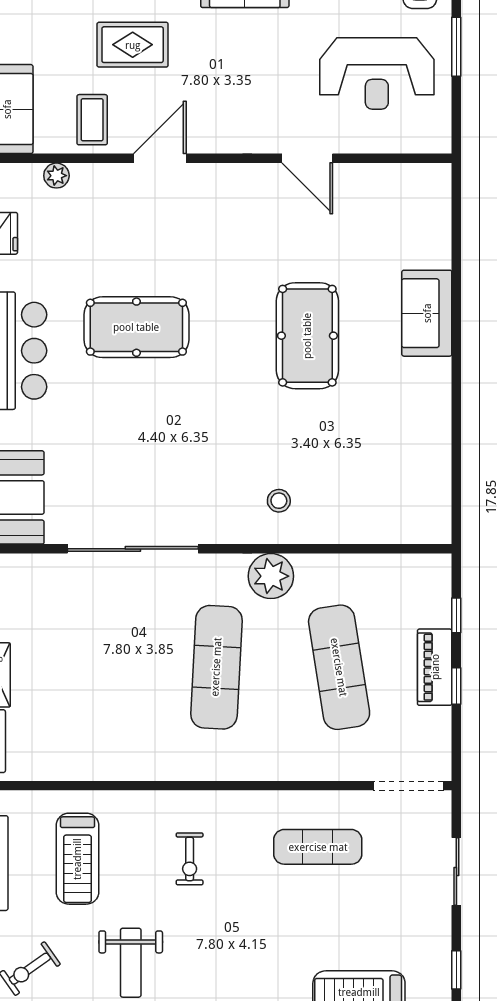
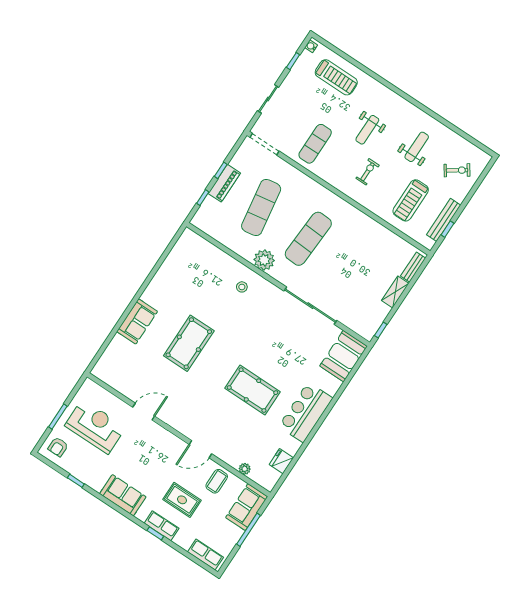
door: (307, 158) -> (144, 412), hinge flipped
exercise mat: (318, 847) -> (315, 144), turned 90
treadmill: (77, 859) -> (411, 200), turned 180
weight bench: (240, 935) -> (367, 130), added

